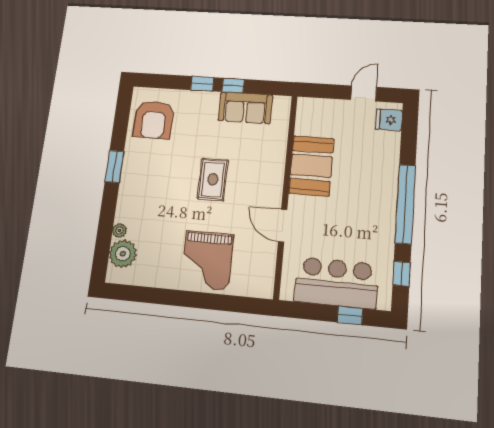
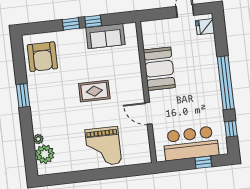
rug: (213, 179) -> (94, 91), turned 90

